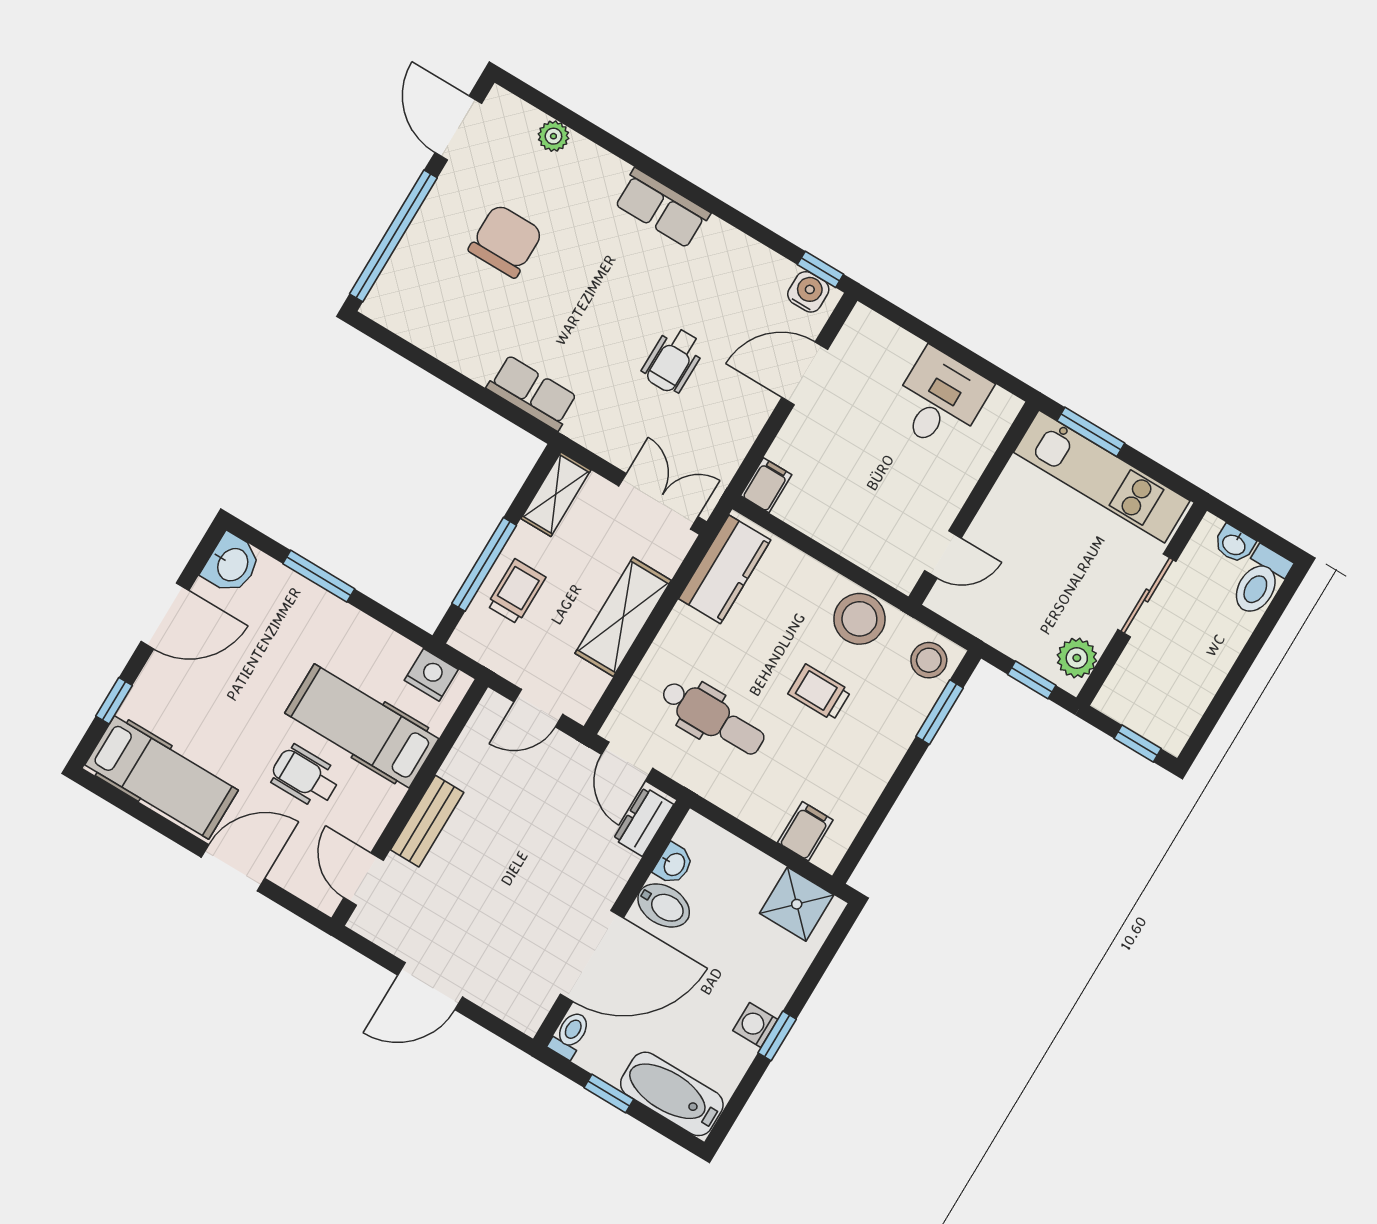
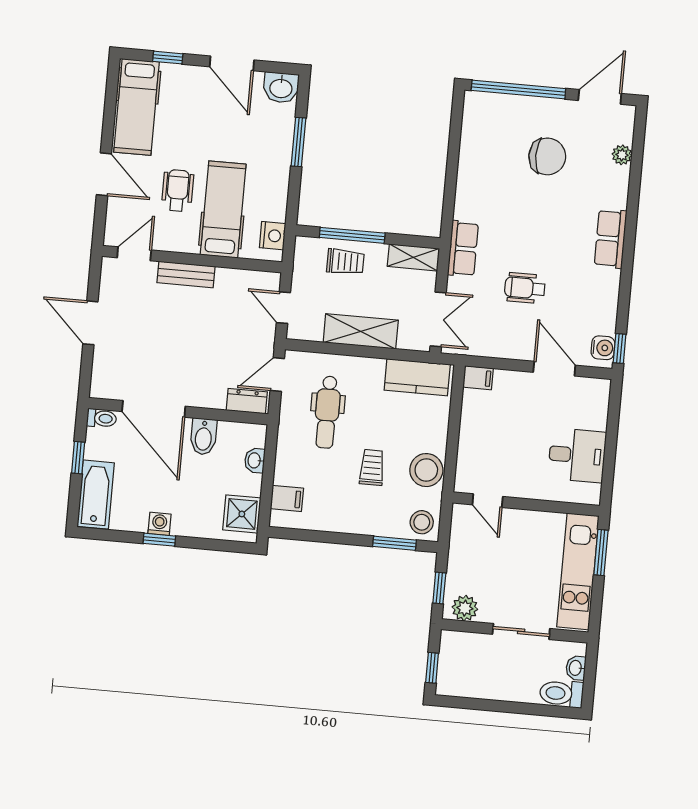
row of seats: (532, 393) -> (463, 249), moved
washbasin: (674, 864) -> (255, 460), moved, turned 90

